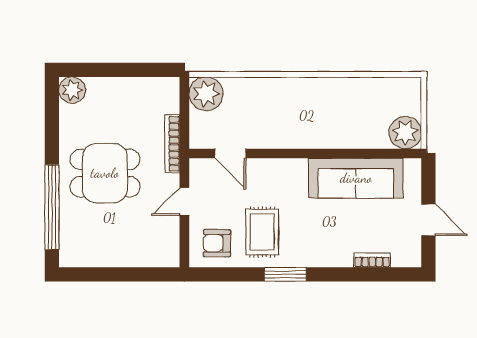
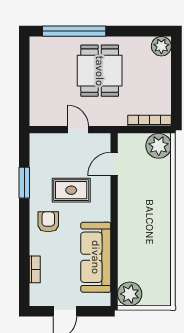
bookcase: (172, 144) -> (150, 121), moved
rug: (262, 232) -> (71, 190), moved
armchair: (217, 243) -> (48, 222), moved
window: (285, 274) -> (24, 183), moved

